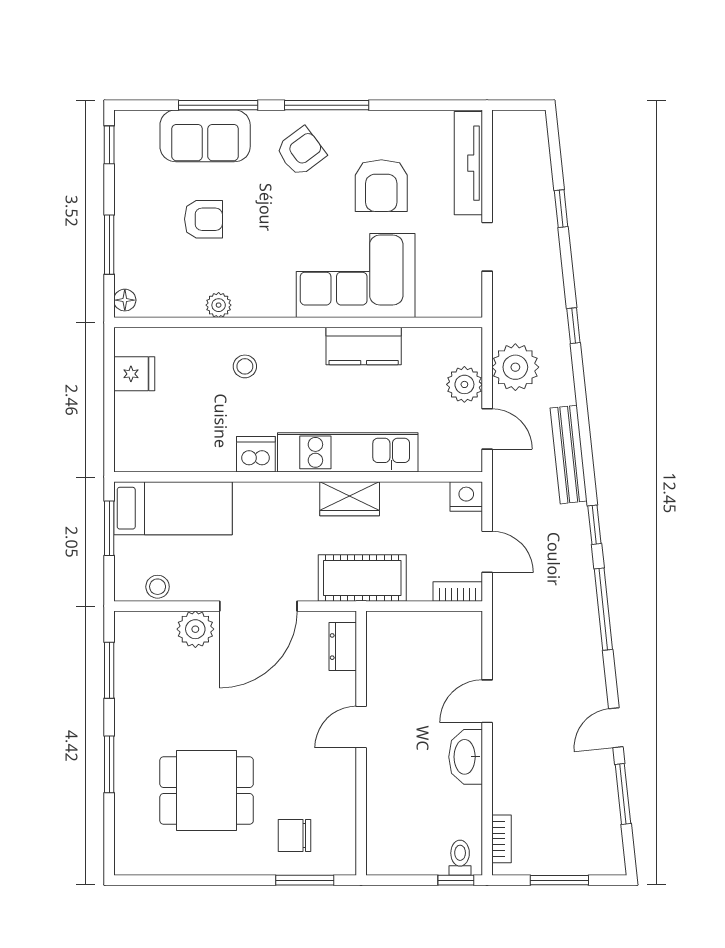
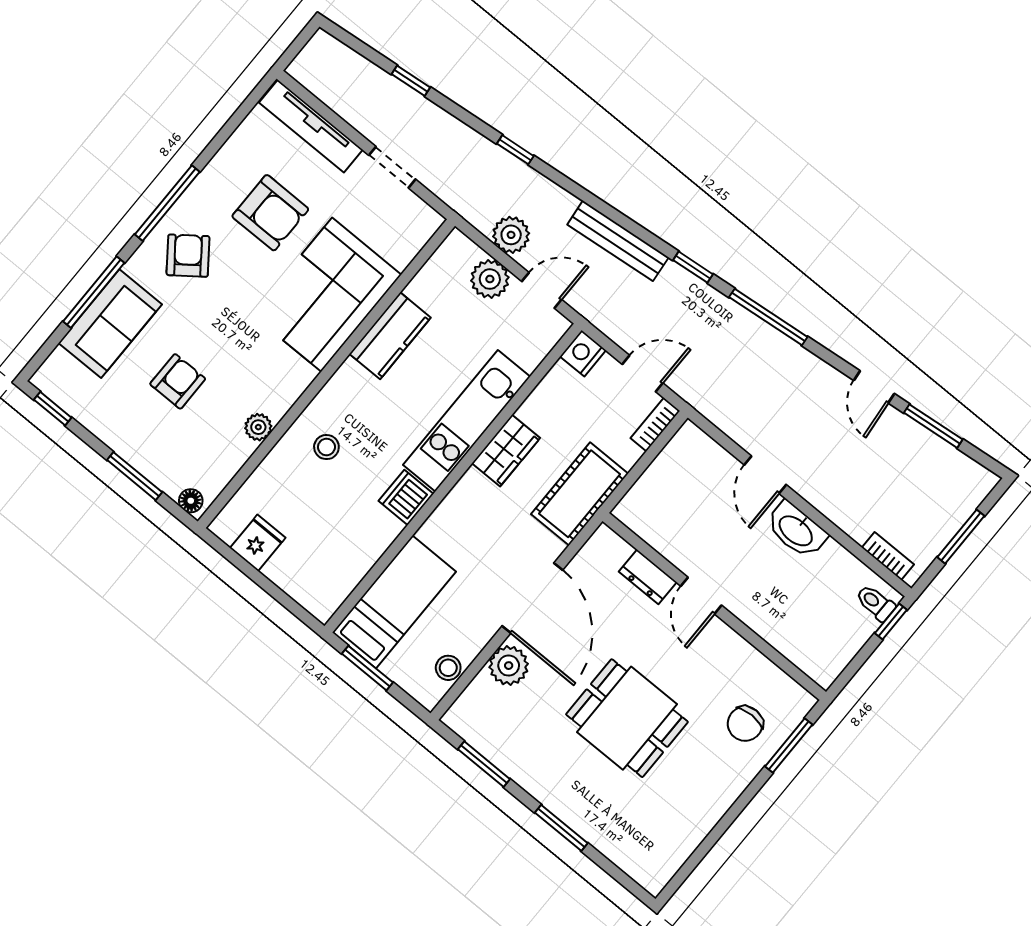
plant: (515, 367) -> (511, 235), width x0.73, depth x0.73
dresser: (343, 647) -> (648, 577), moved
dining table: (207, 791) -> (627, 718), moved, turned 90

